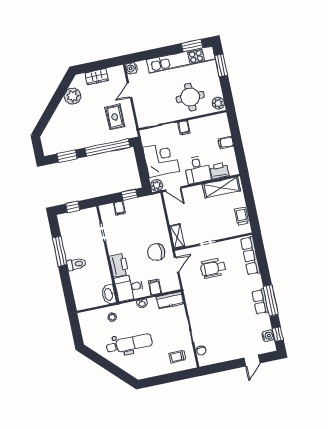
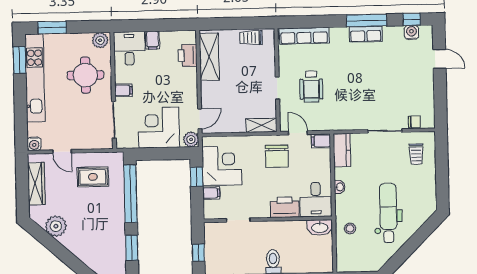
wardrobe: (96, 77) -> (36, 184), width x1.50
desk: (197, 170) -> (129, 48), moved, turned -90
corner desk: (141, 212) -> (222, 166), added
filing cabinet: (155, 287) -> (321, 141), moved

